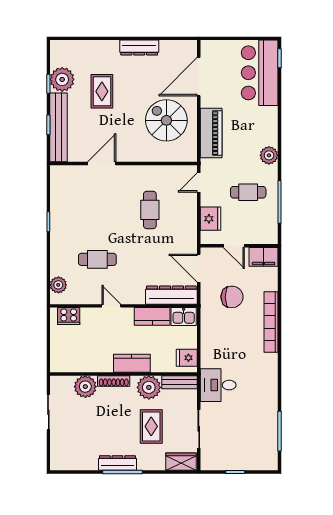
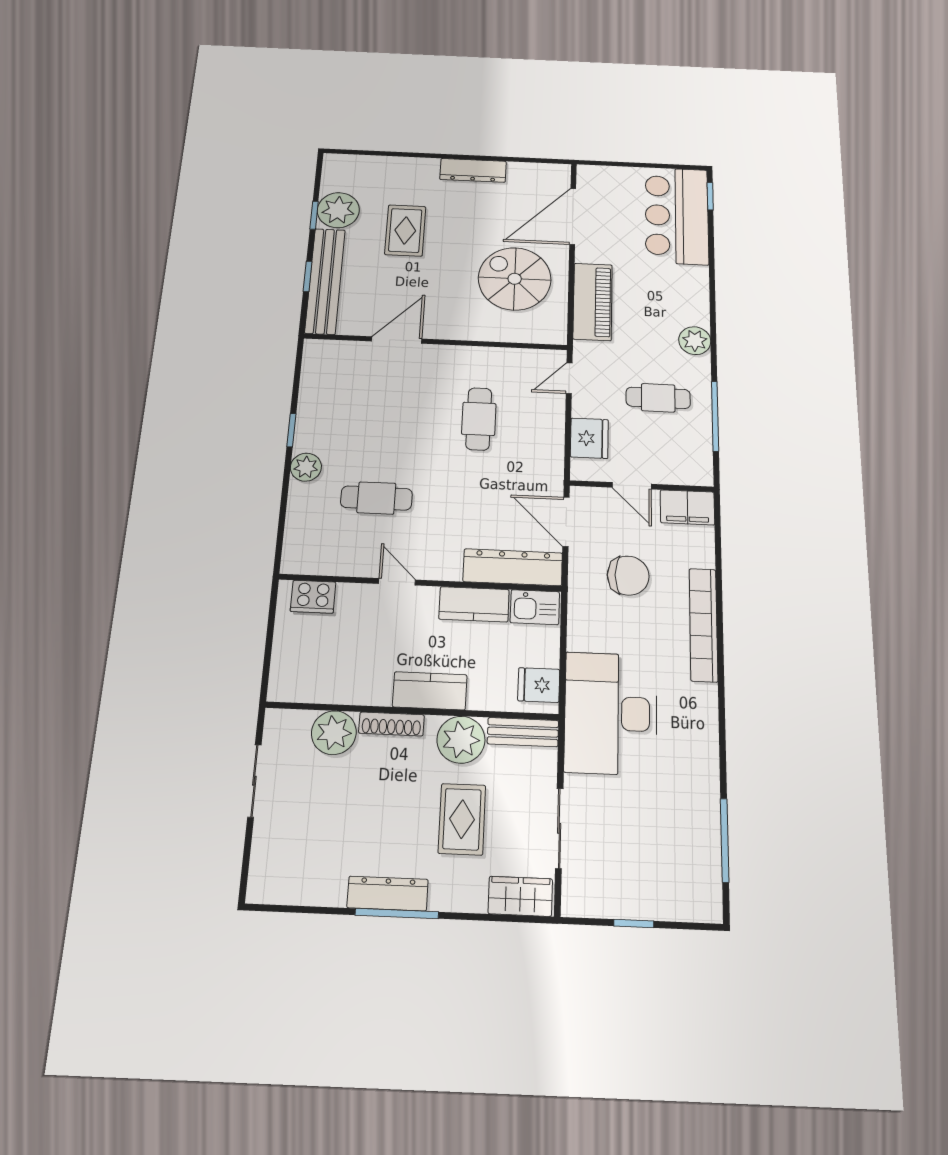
plant: (58, 285) -> (306, 467), moved
desk: (218, 385) -> (611, 713), width x1.87, depth x1.30

